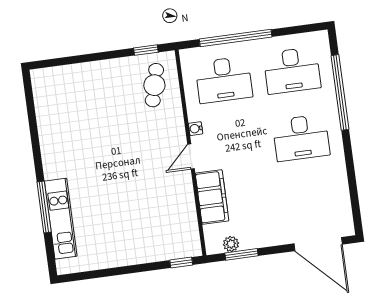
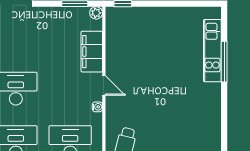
door: (191, 157) -> (104, 85), hinge flipped
plant: (231, 244) -> (96, 13), moved

